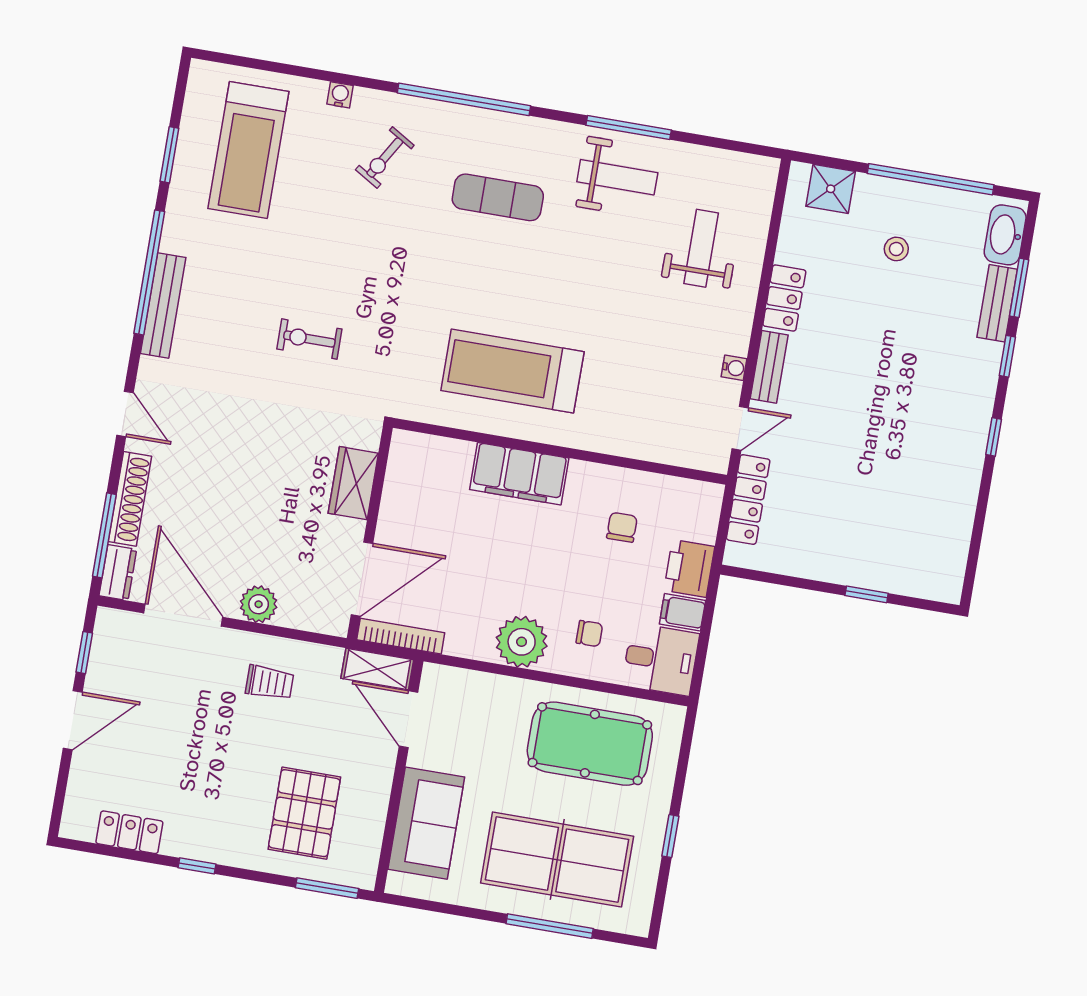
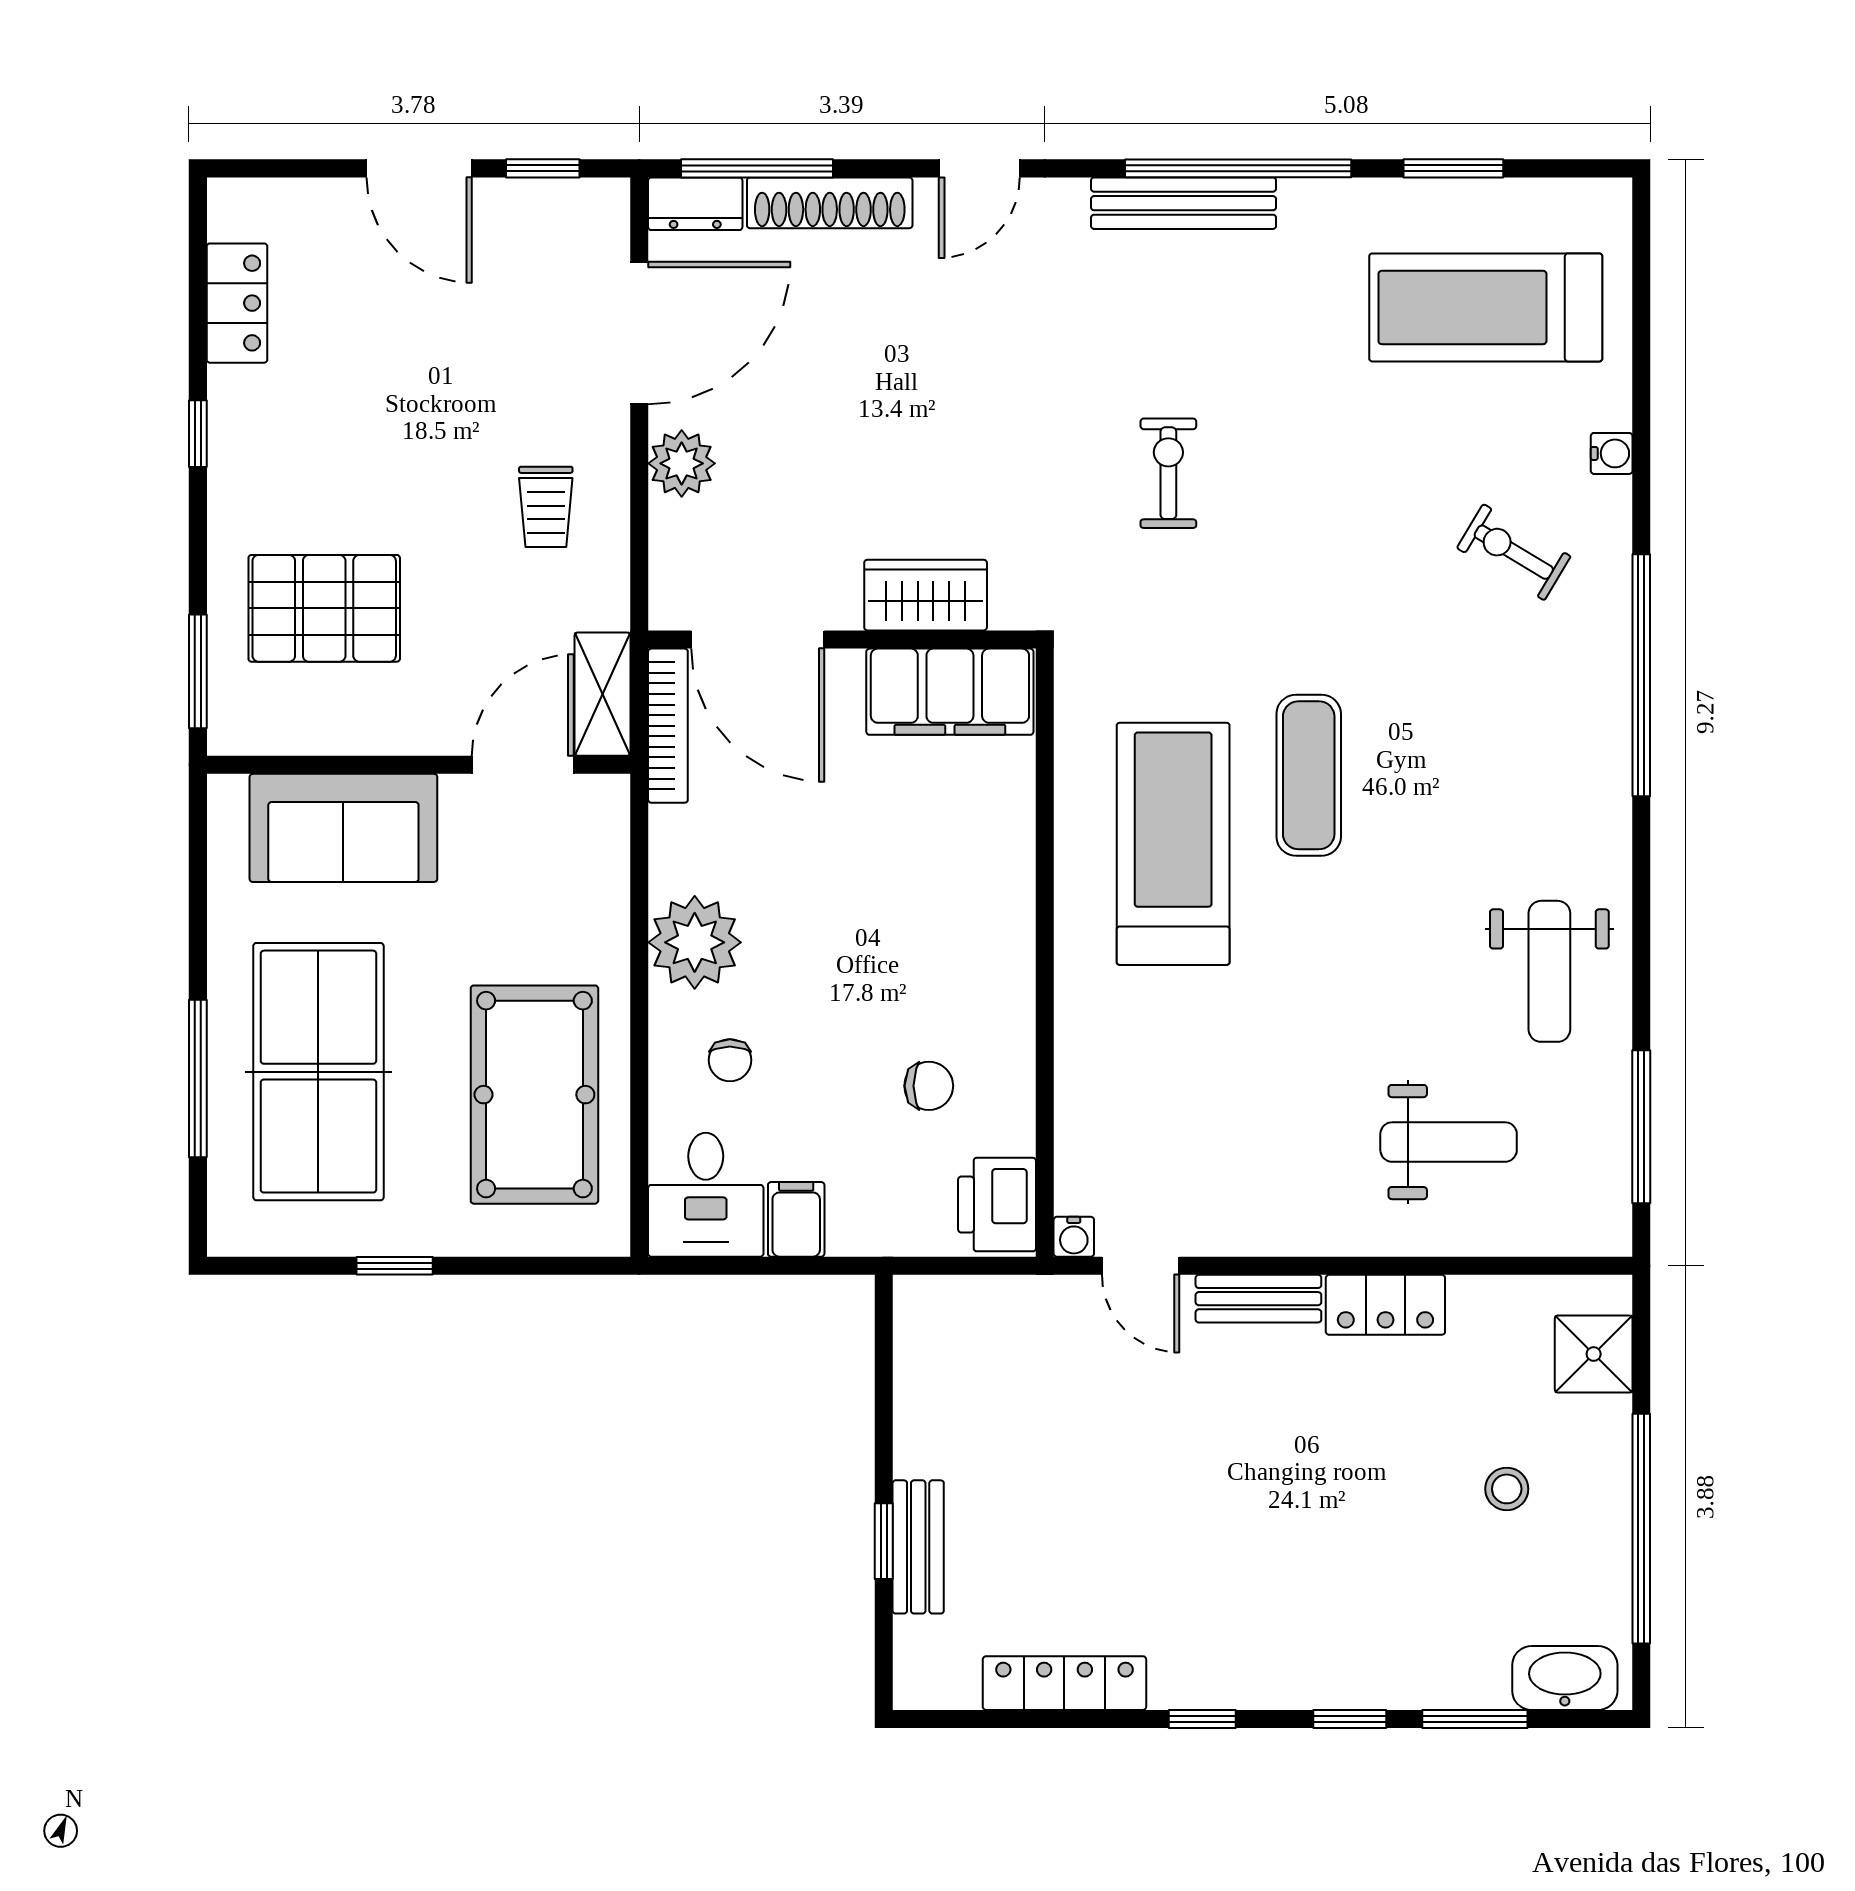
window: (629, 128) -> (1641, 1127), moved
exercise mat: (498, 197) -> (1309, 775), moved
bench: (997, 303) -> (918, 1547), moved, turned 90
water cooler: (734, 368) -> (1074, 1237), moved
filing cabinet: (519, 474) -> (950, 692), moved, turned -90
locker: (748, 500) -> (1064, 1683), moved, turned 180
printer: (689, 568) -> (997, 1205), moved, turned -90

